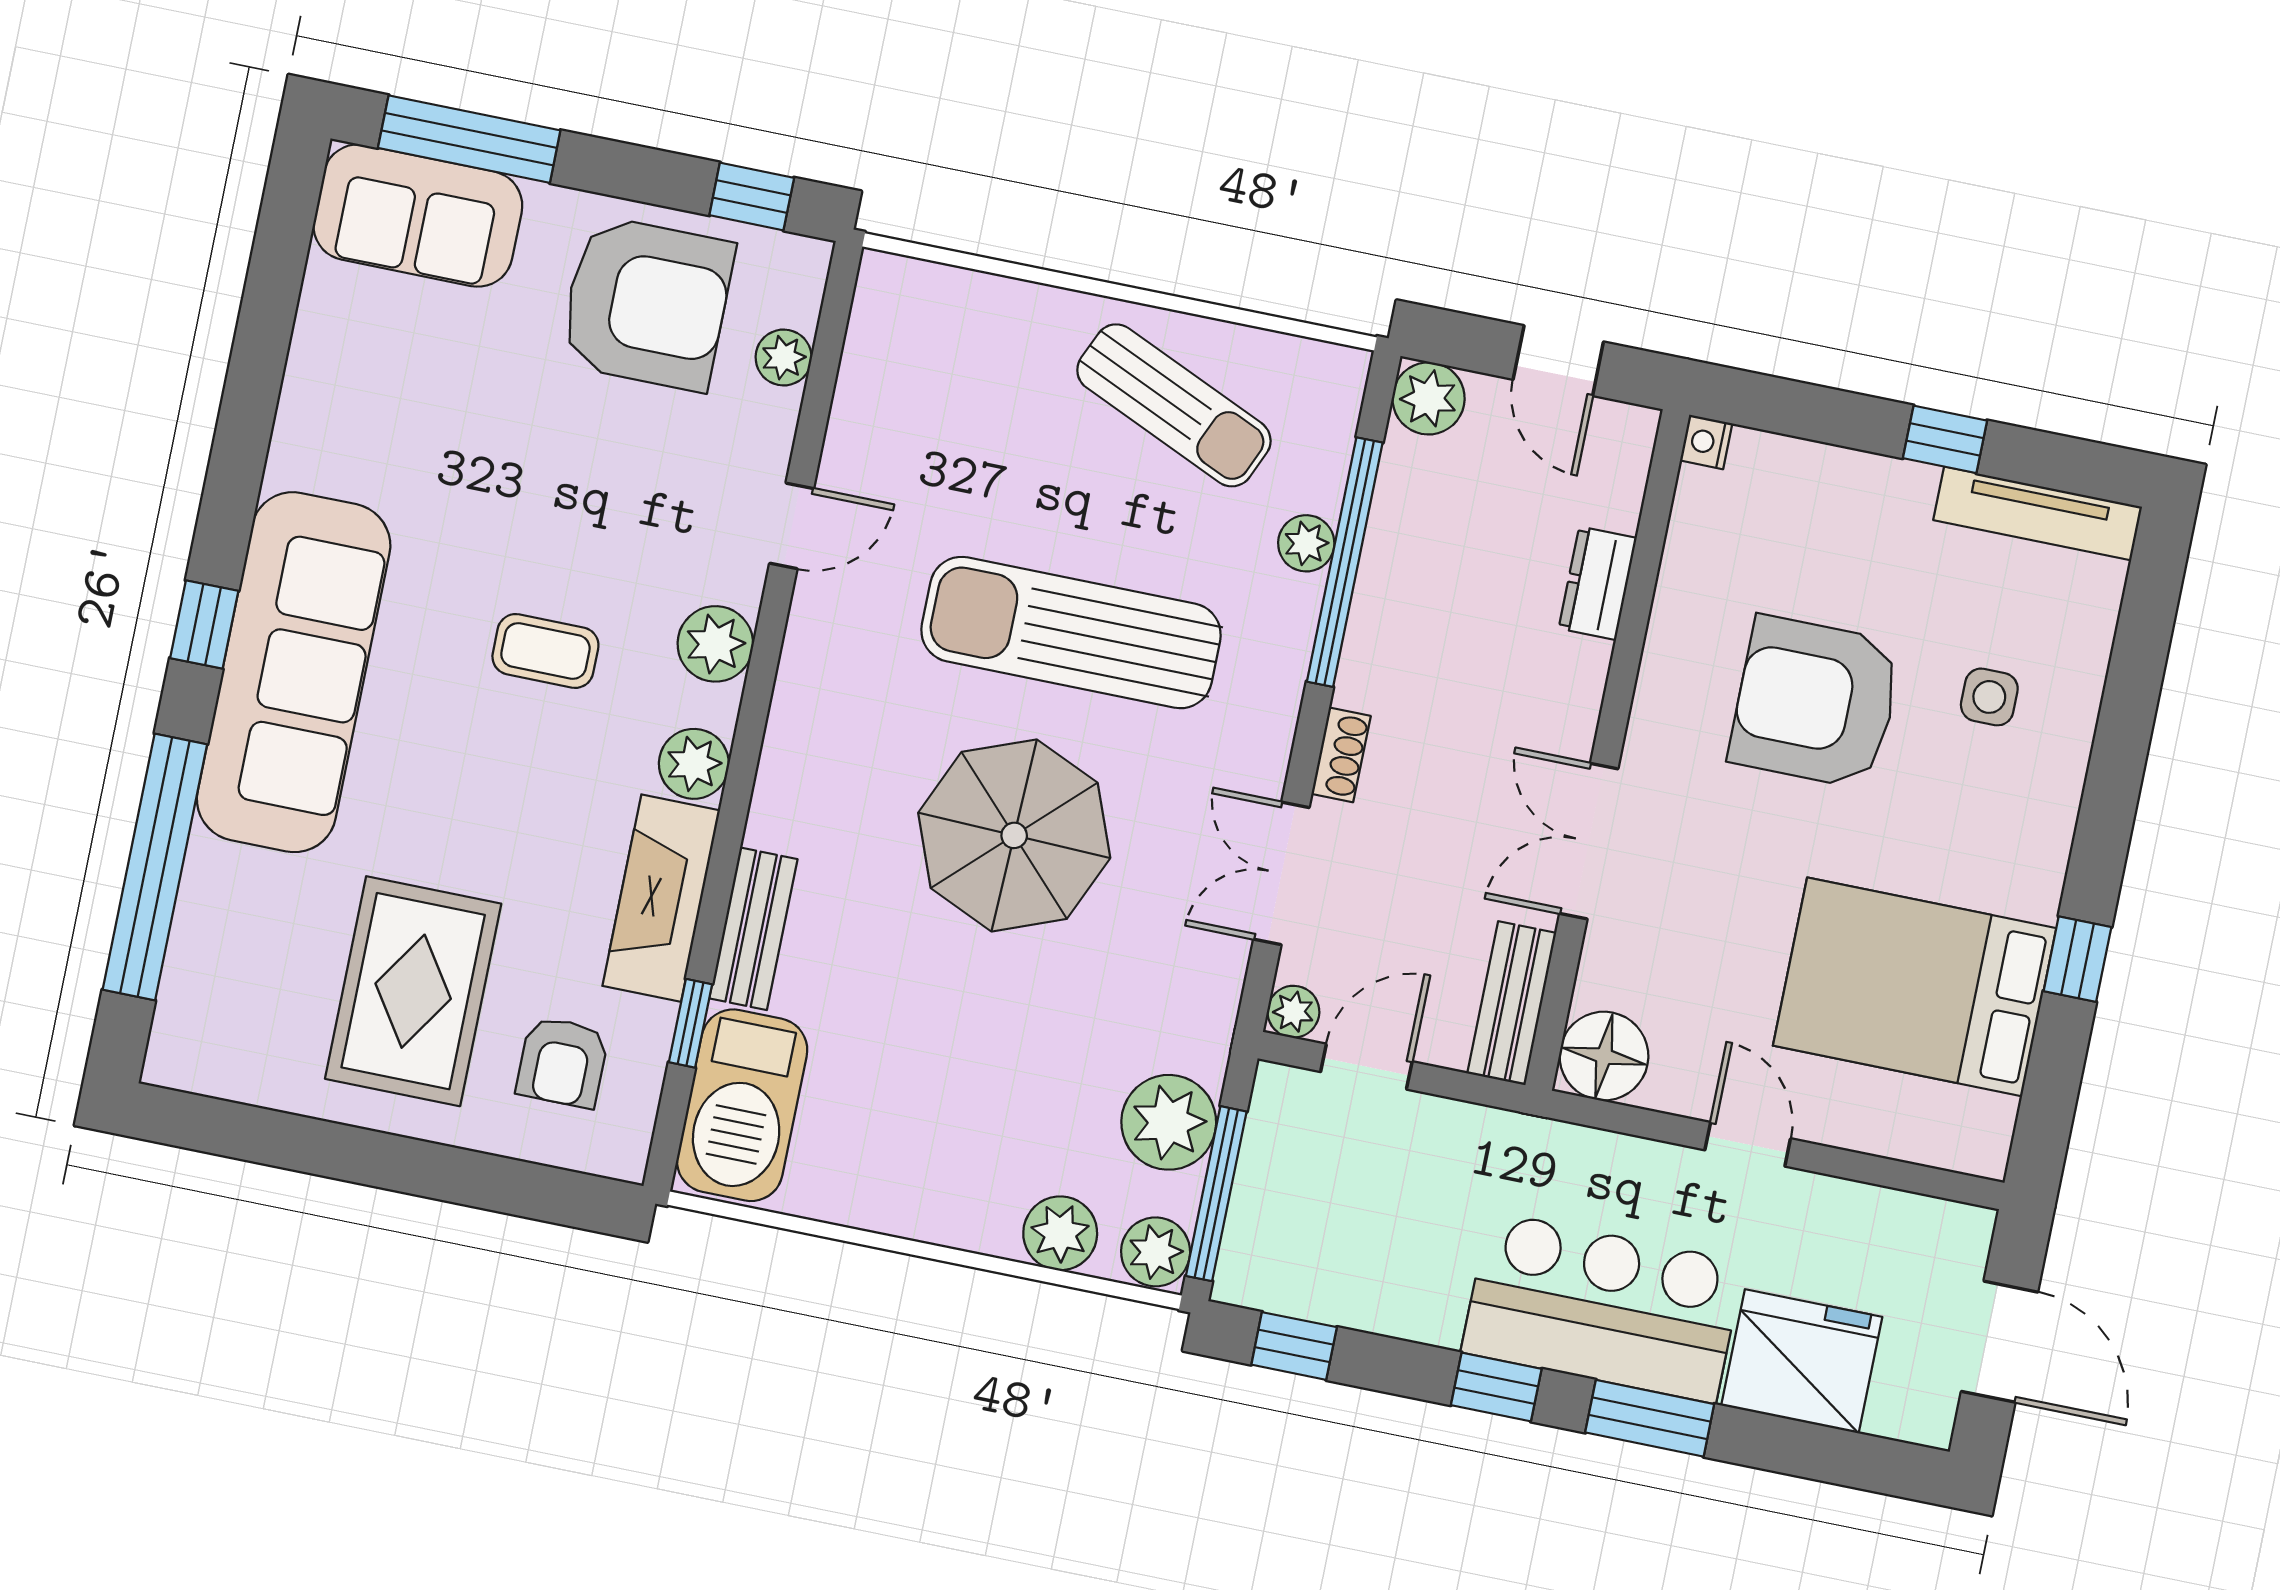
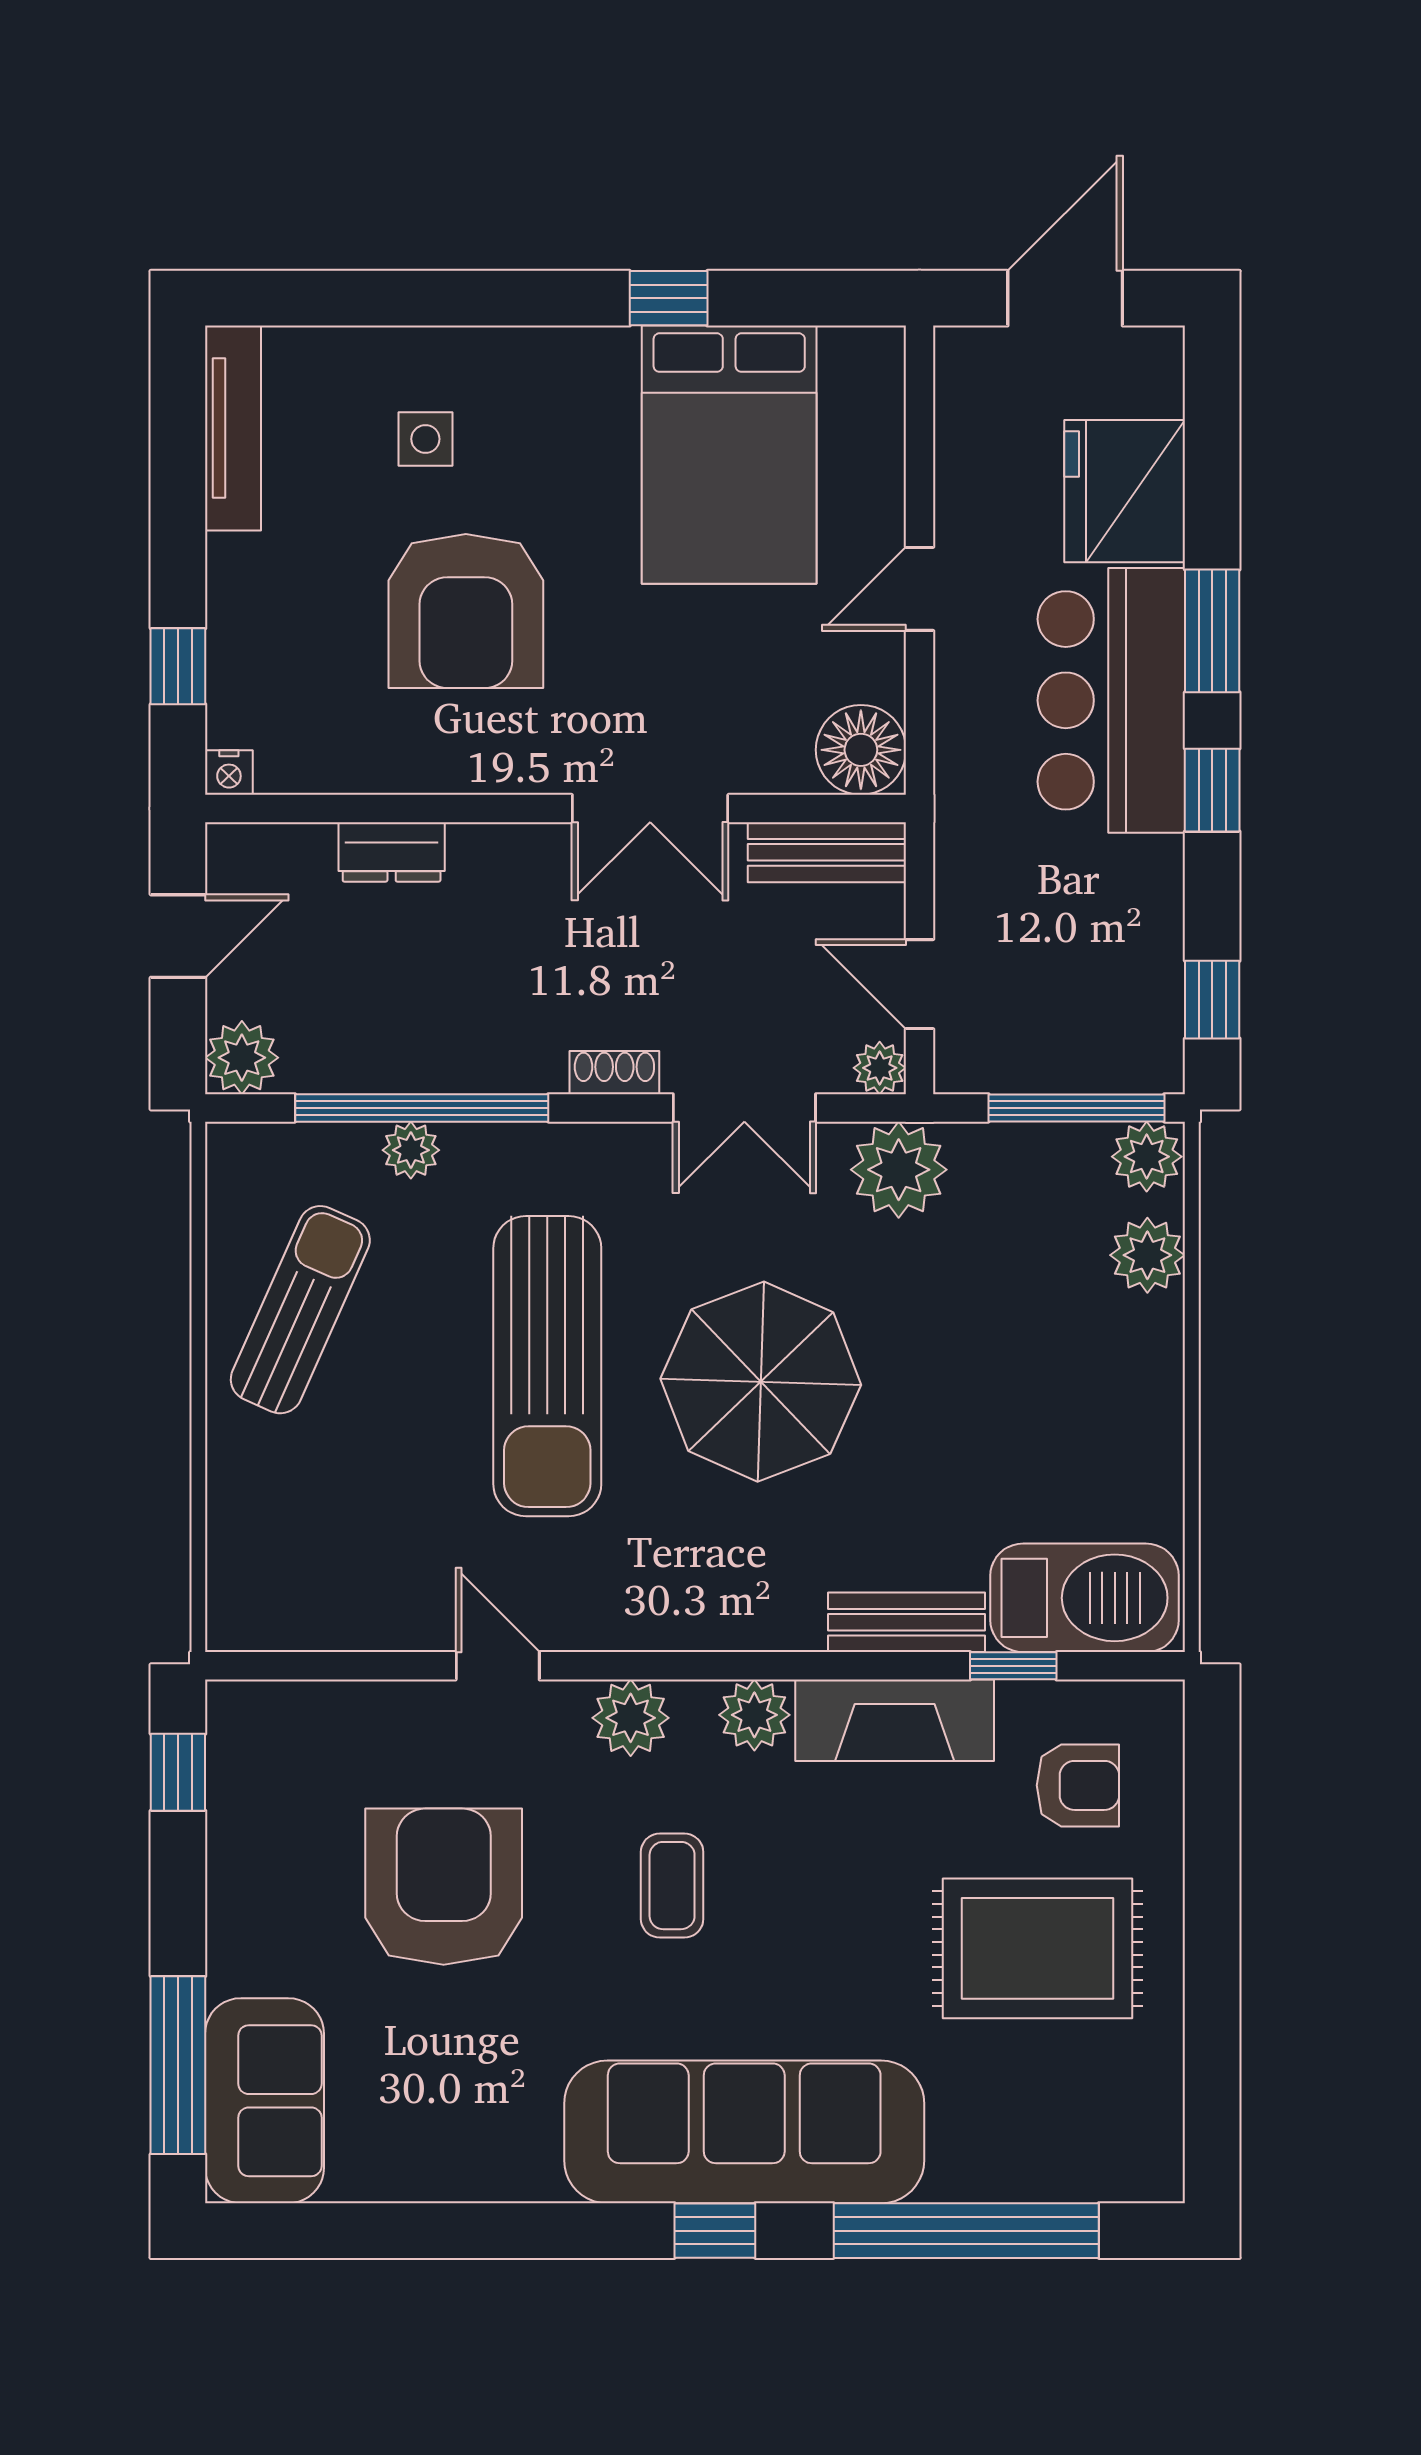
armchair: (647, 303) -> (444, 1887), moved
plant: (784, 358) -> (332, 1708), removed
window: (1945, 439) -> (178, 666), moved
plant: (1169, 1122) -> (899, 1170), moved

